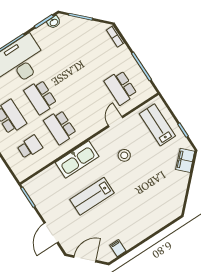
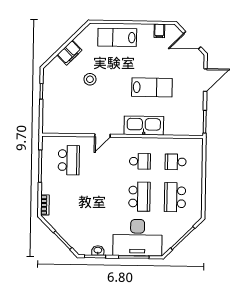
washbasin: (54, 22) -> (98, 250), moved
door: (115, 122) -> (102, 136), moved
lab bench: (157, 125) -> (117, 37), moved, turned 90
school desk: (60, 127) -> (140, 161), width x0.54
stool: (124, 155) -> (90, 79), moved
filing cabinet: (185, 160) -> (69, 53), moved

